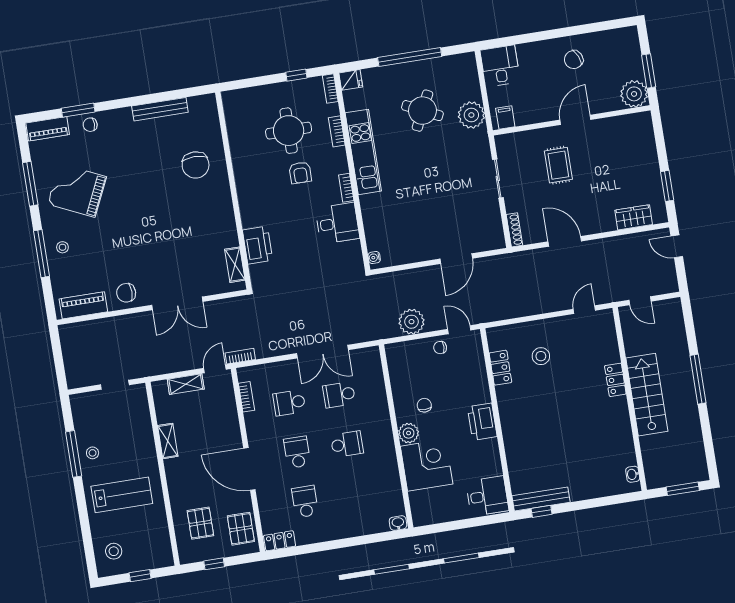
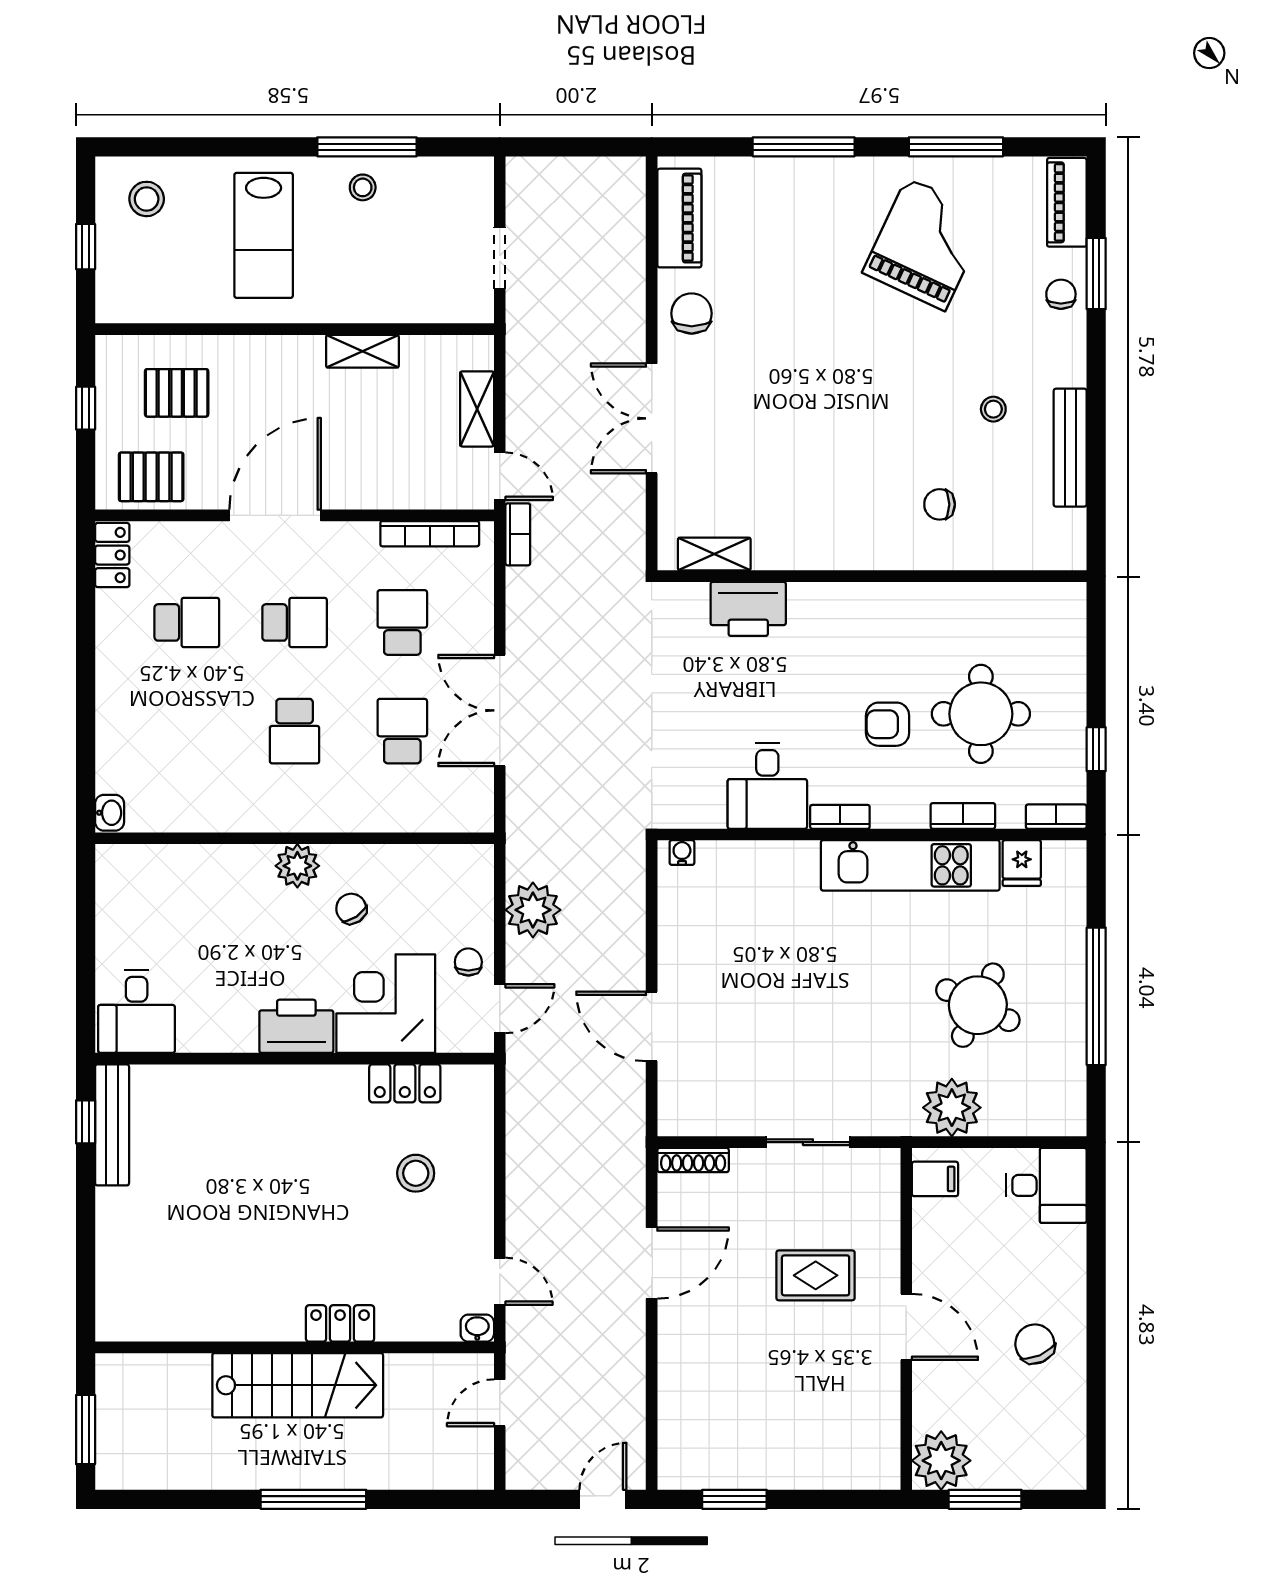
fridge: (351, 80) -> (1022, 863), moved
chair: (196, 165) -> (940, 504), width x0.54, depth x0.54
wardrobe: (634, 217) -> (679, 1418), removed
stool: (62, 247) -> (993, 409), moved
bookcase: (246, 397) -> (430, 534), width x1.56
chair: (424, 405) -> (351, 909), turned -124
corner desk: (427, 465) -> (386, 1004), moved, turned 180
washbasin: (633, 474) -> (477, 1328), moved

